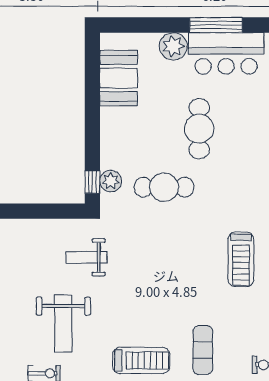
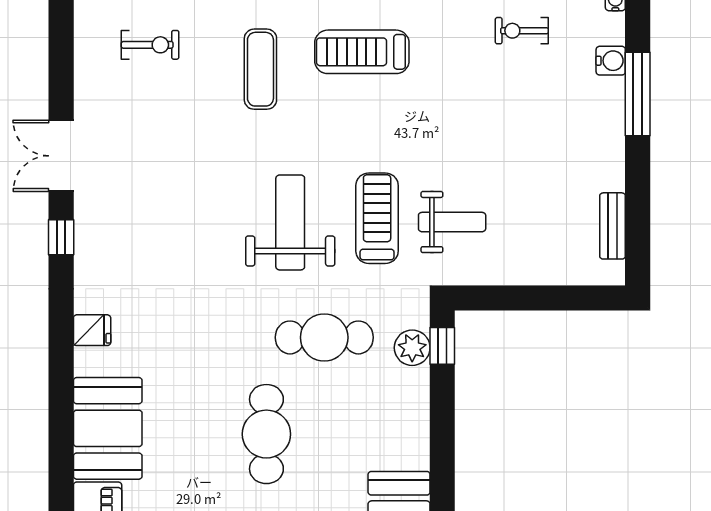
treadmill: (241, 259) -> (377, 218), moved
weight bench: (63, 323) -> (290, 222), moved

